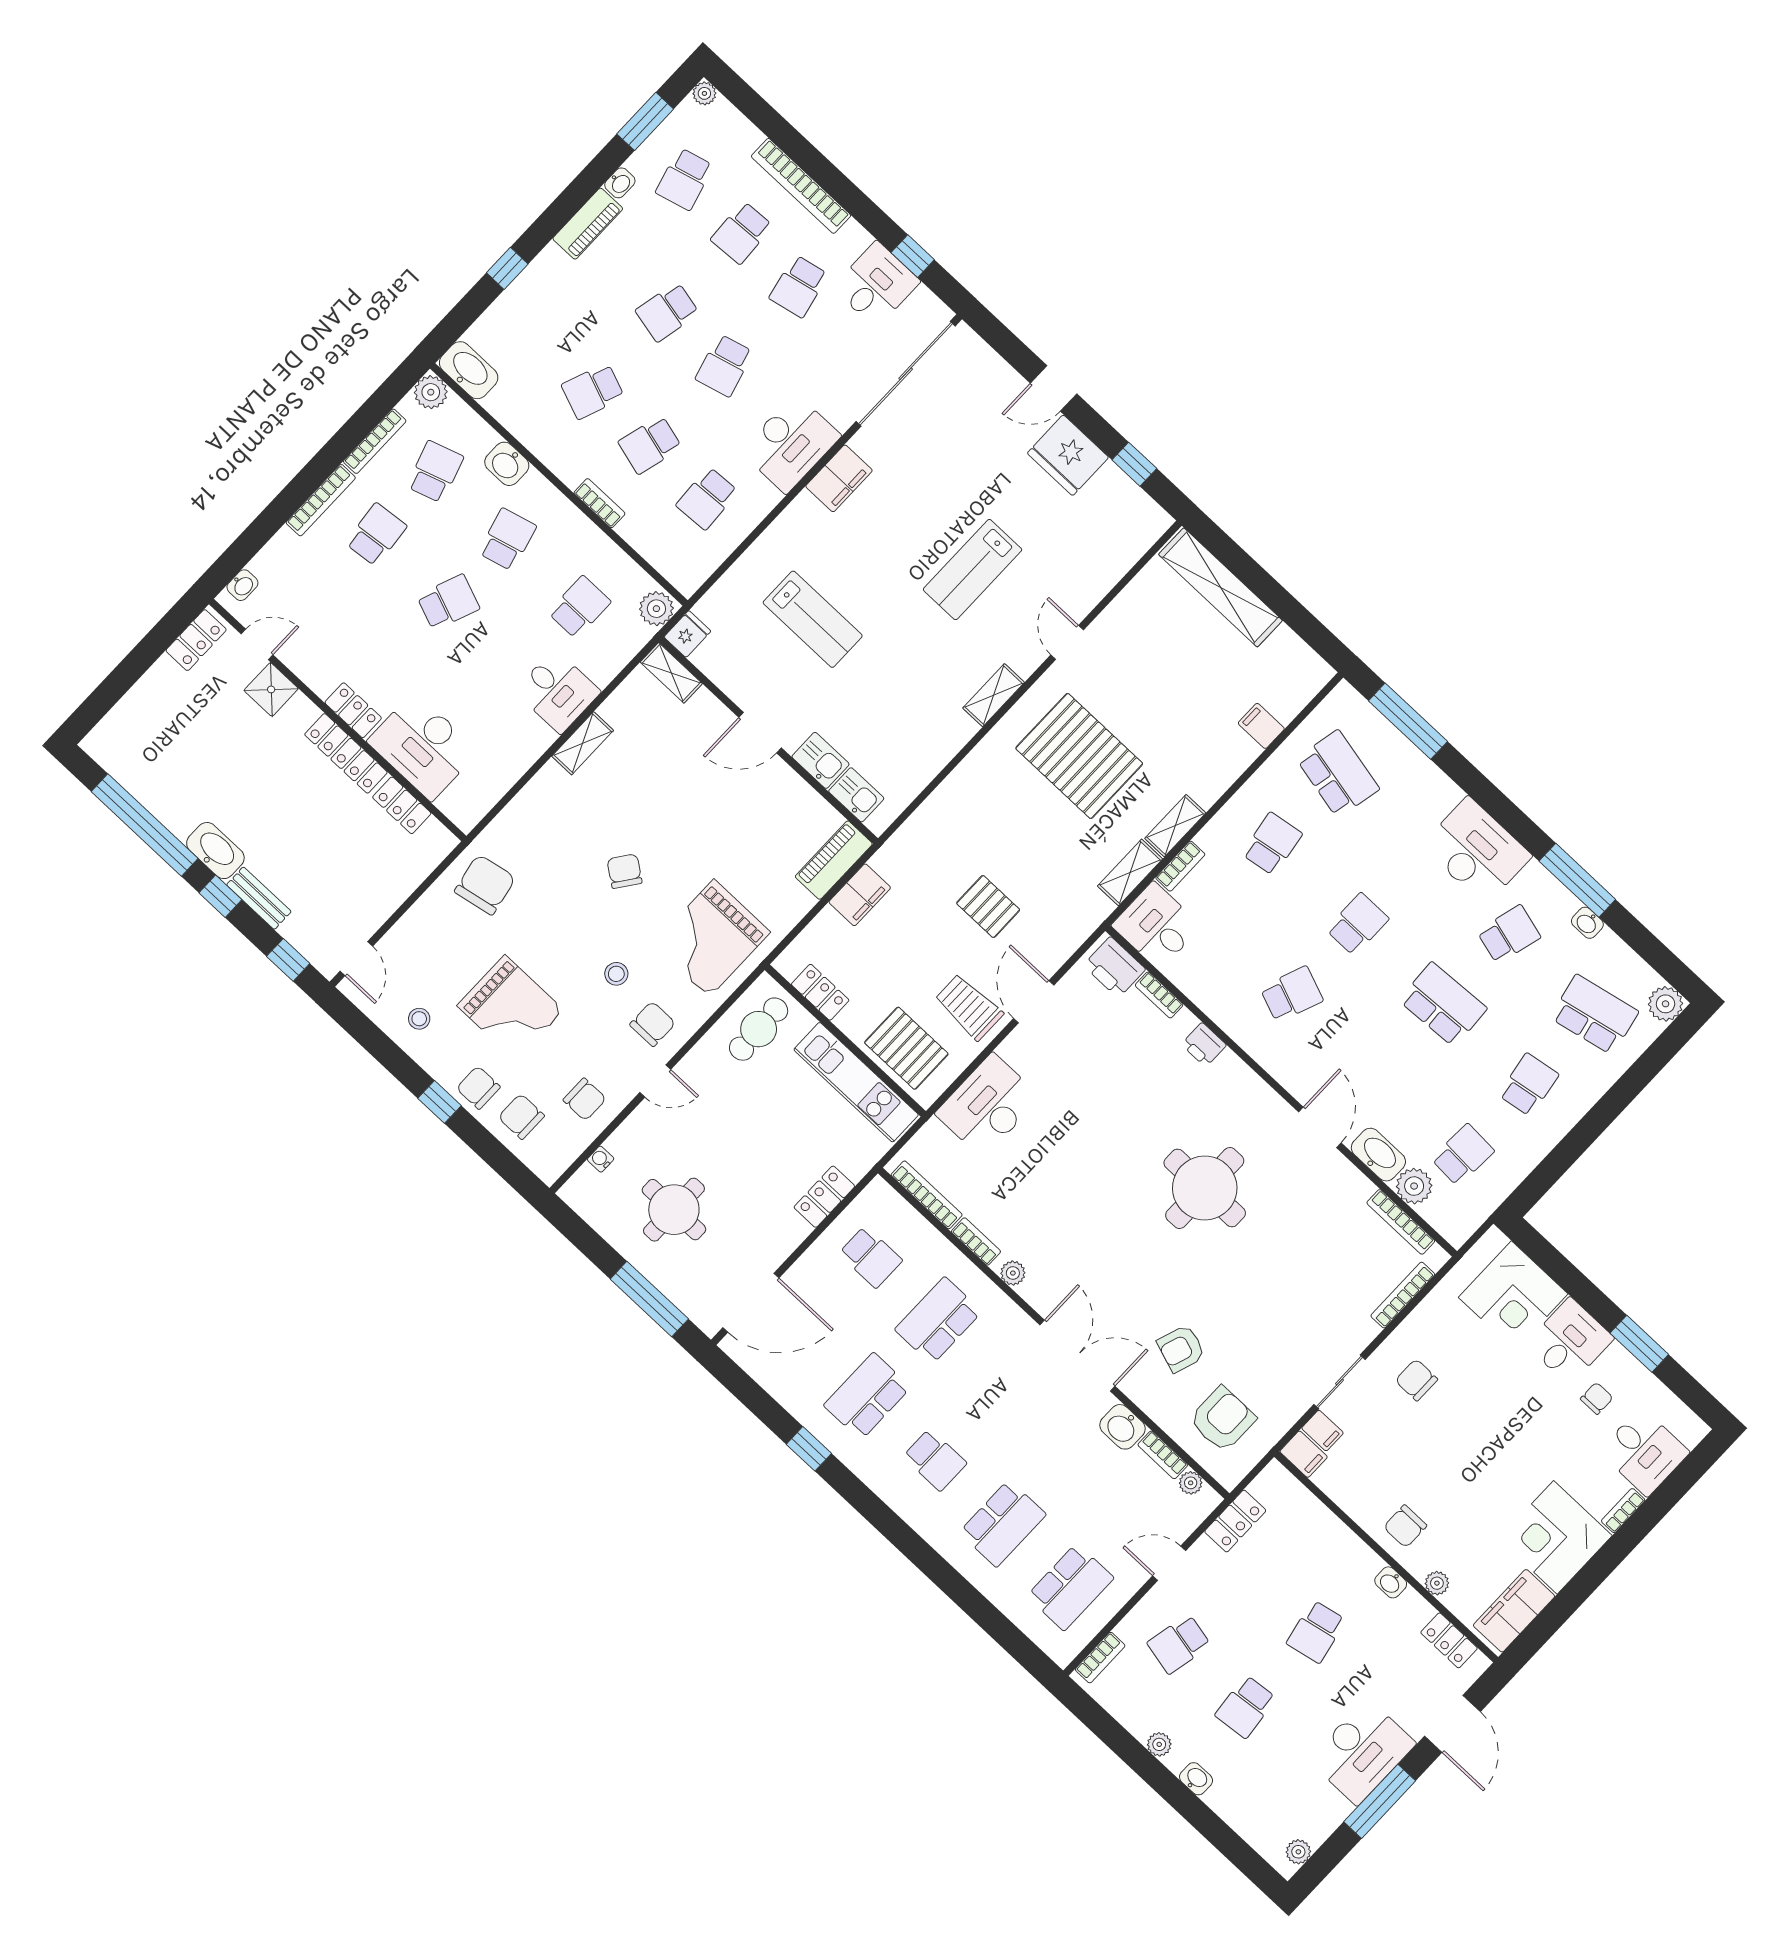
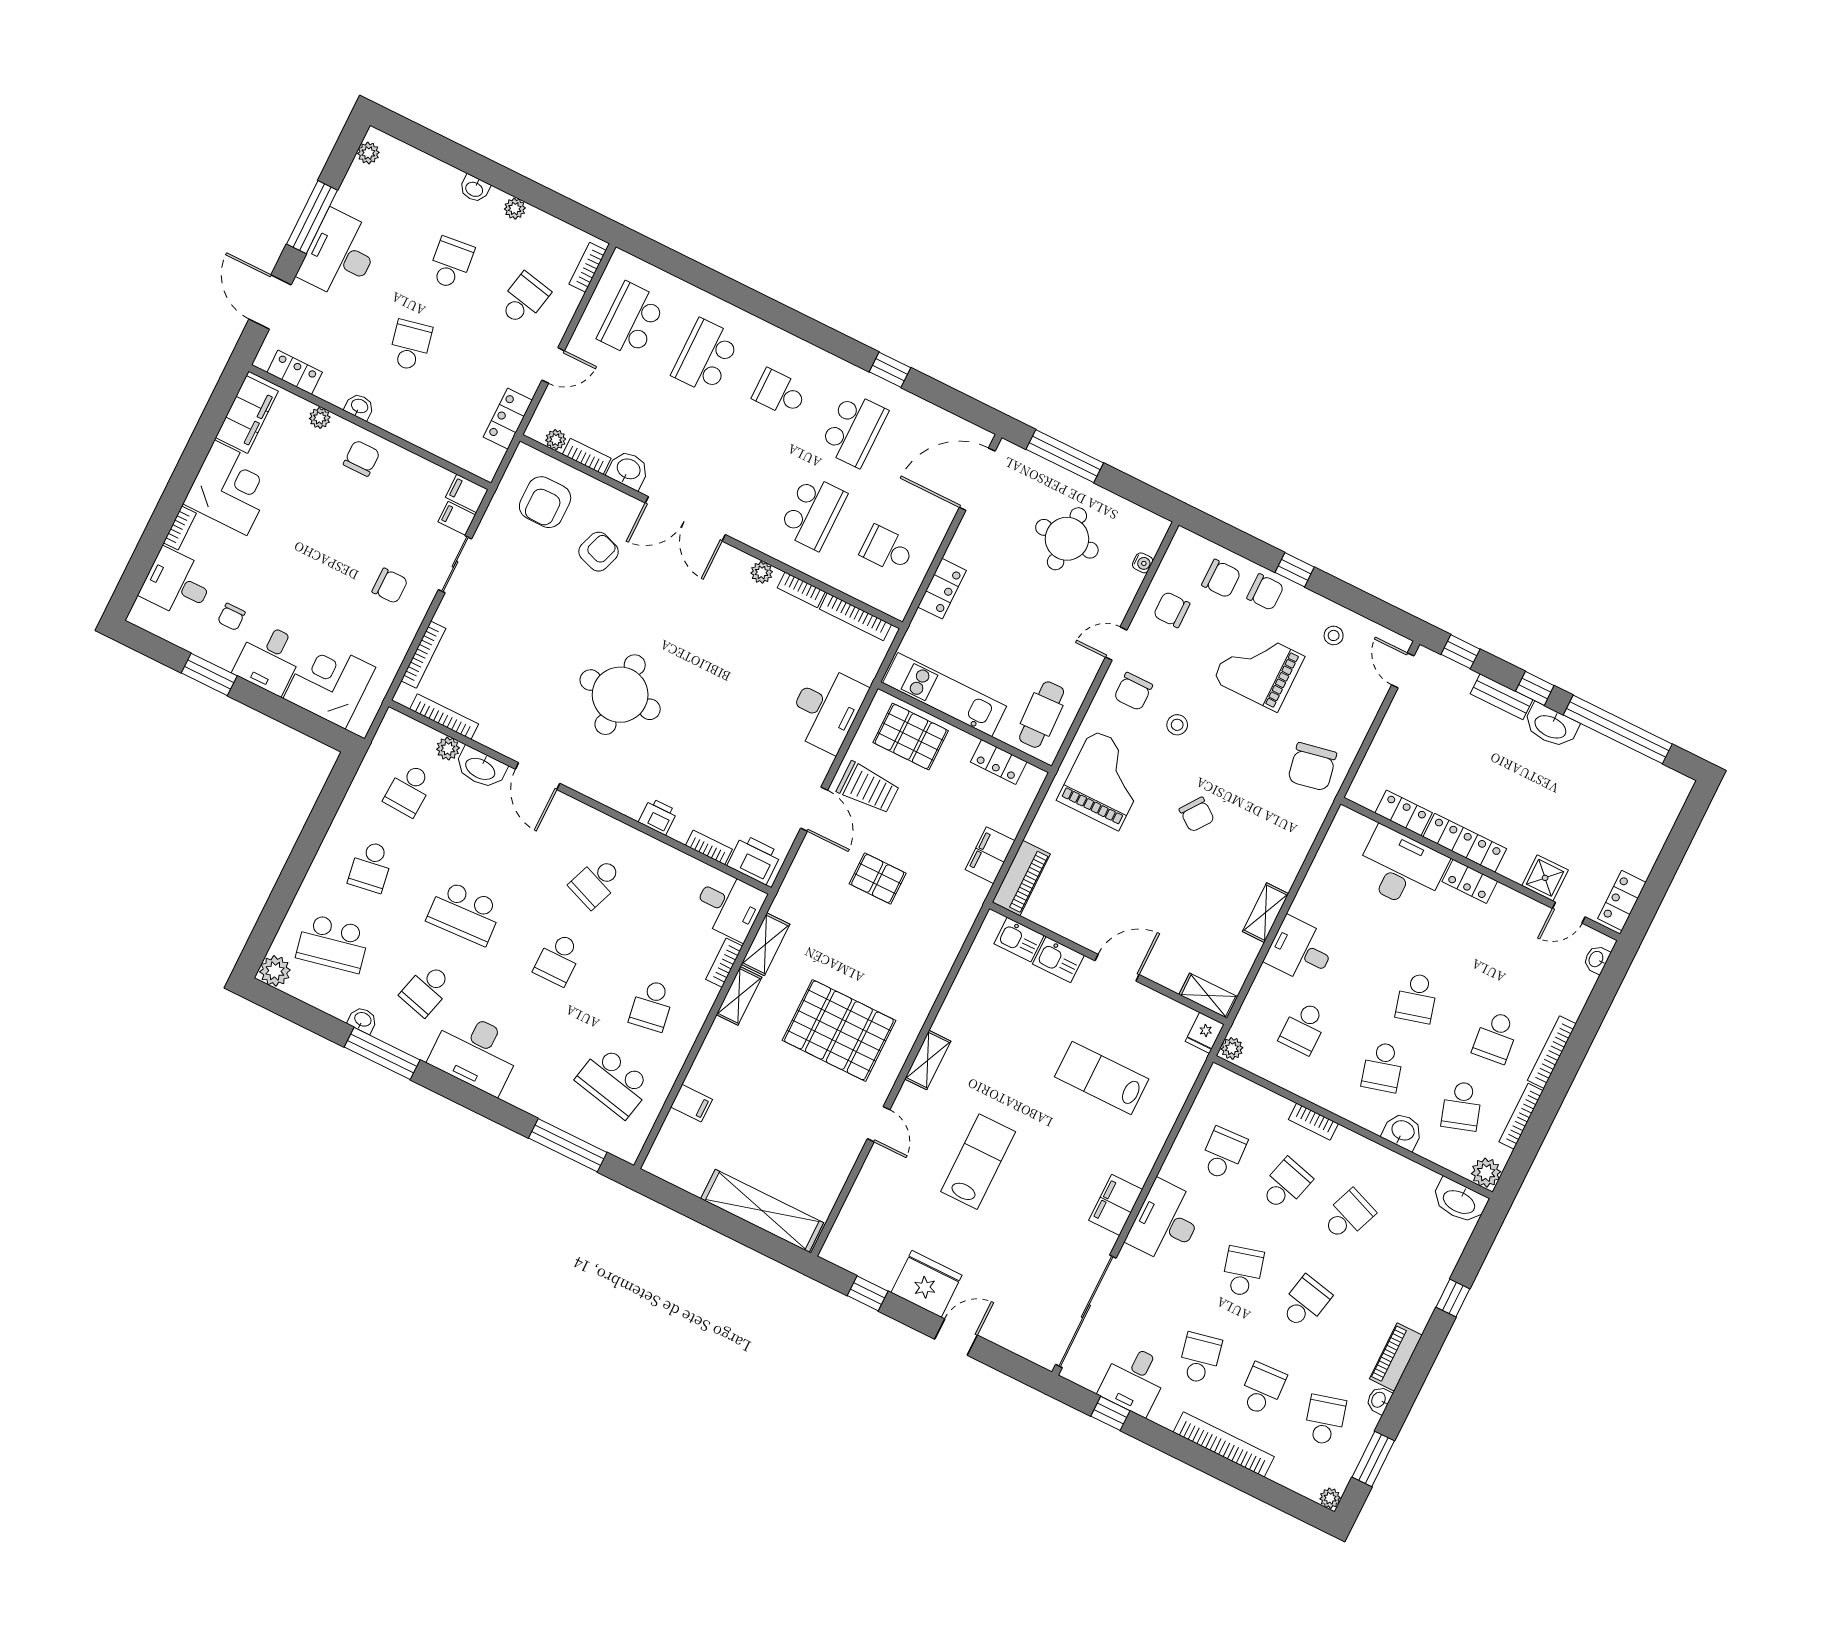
school desk: (448, 602) -> (1417, 998), turned -36
plant: (656, 609) -> (1232, 1048), width x0.73, depth x0.73
plant: (1414, 1186) -> (448, 749), width x0.73, depth x0.73

